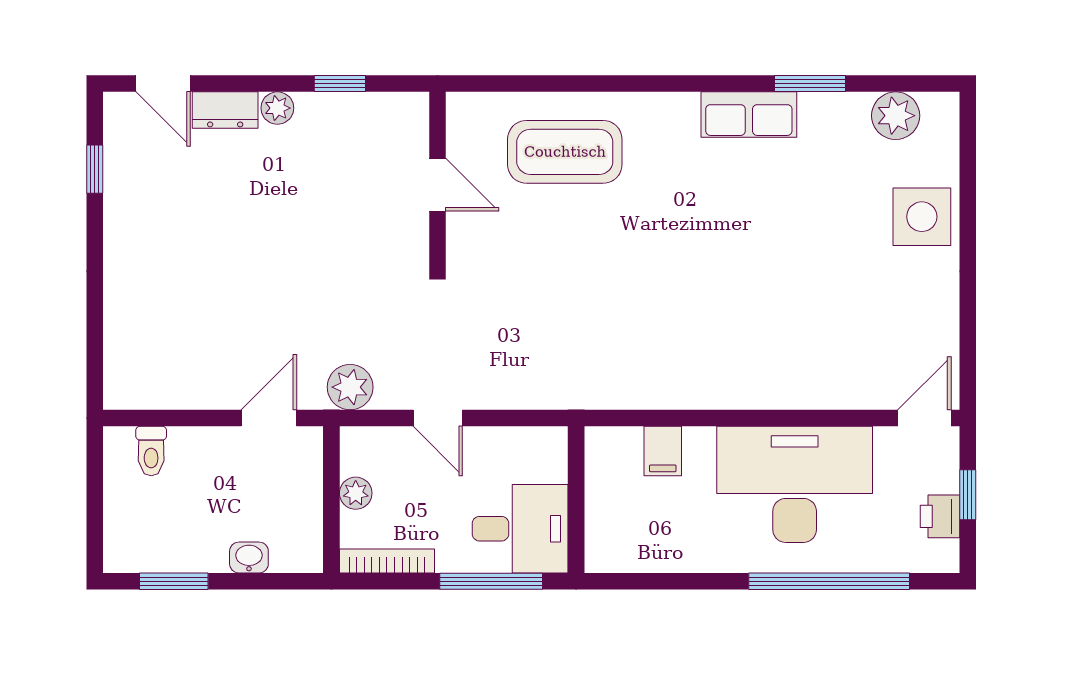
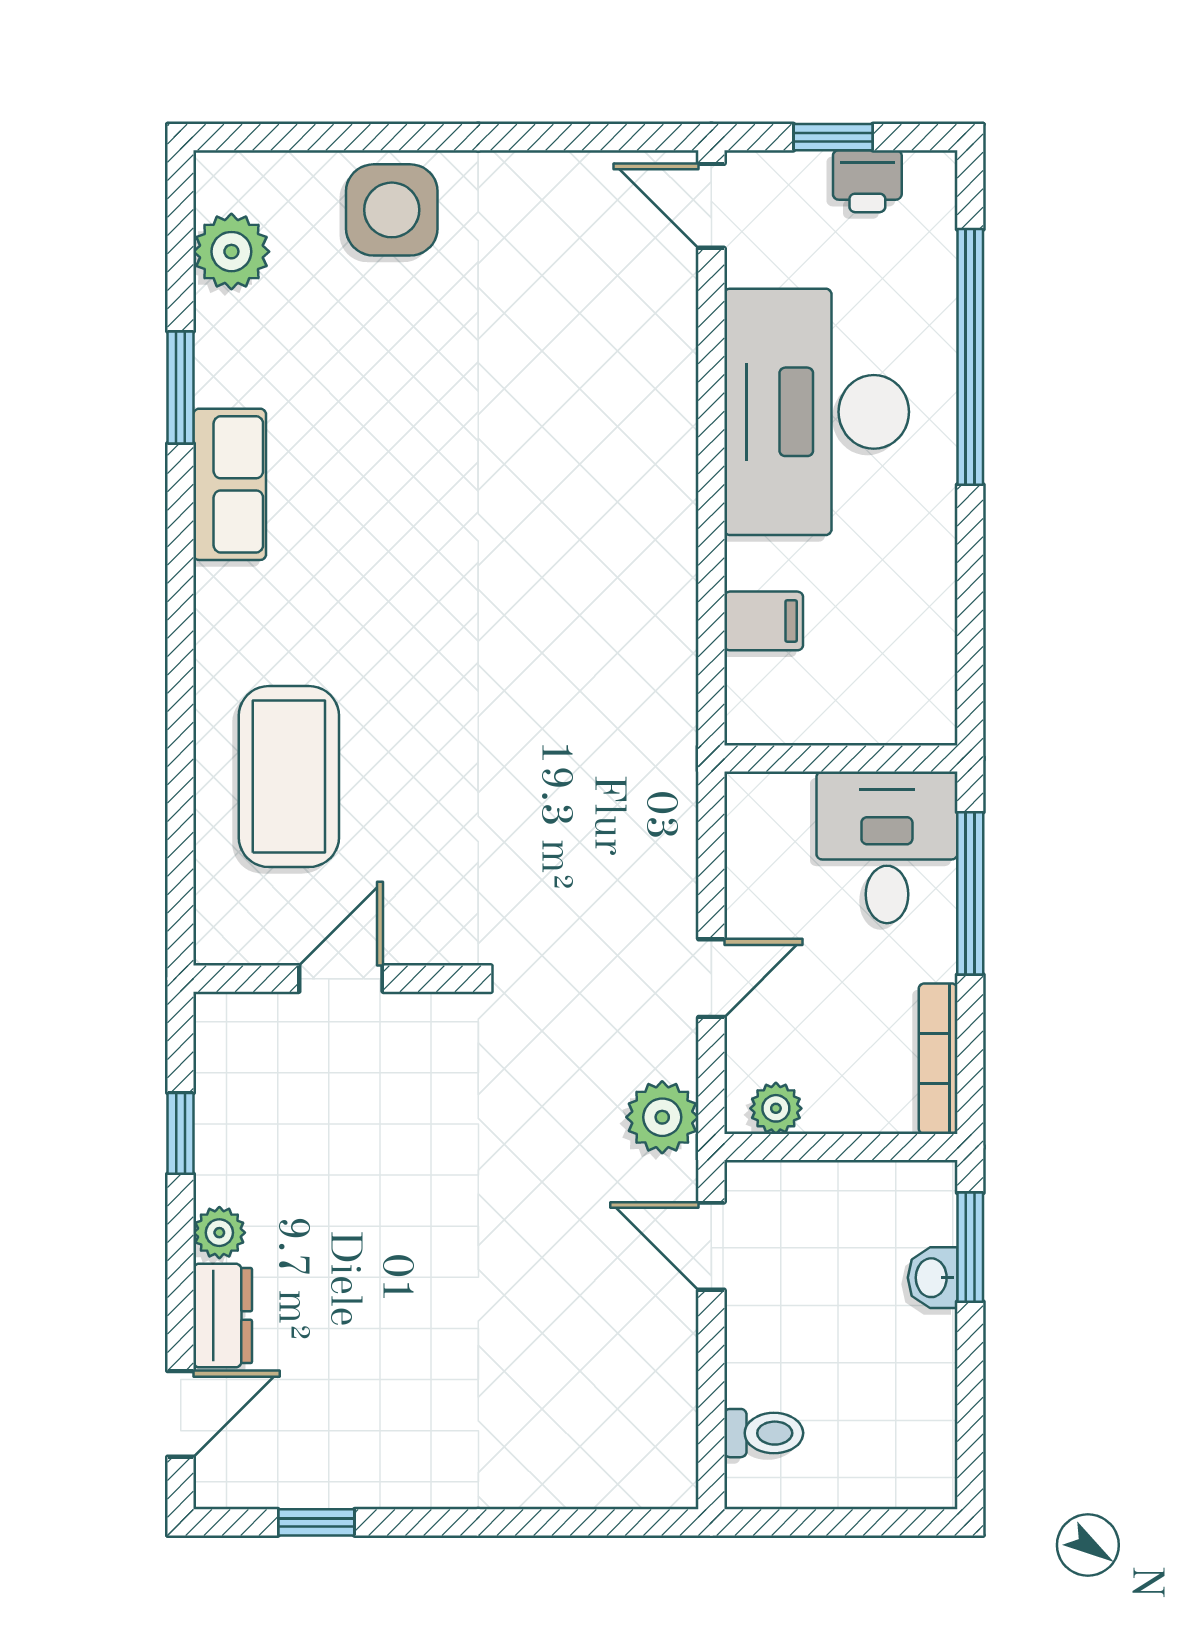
plant: (356, 493) -> (776, 1108), moved
window: (174, 581) -> (970, 1247), moved

